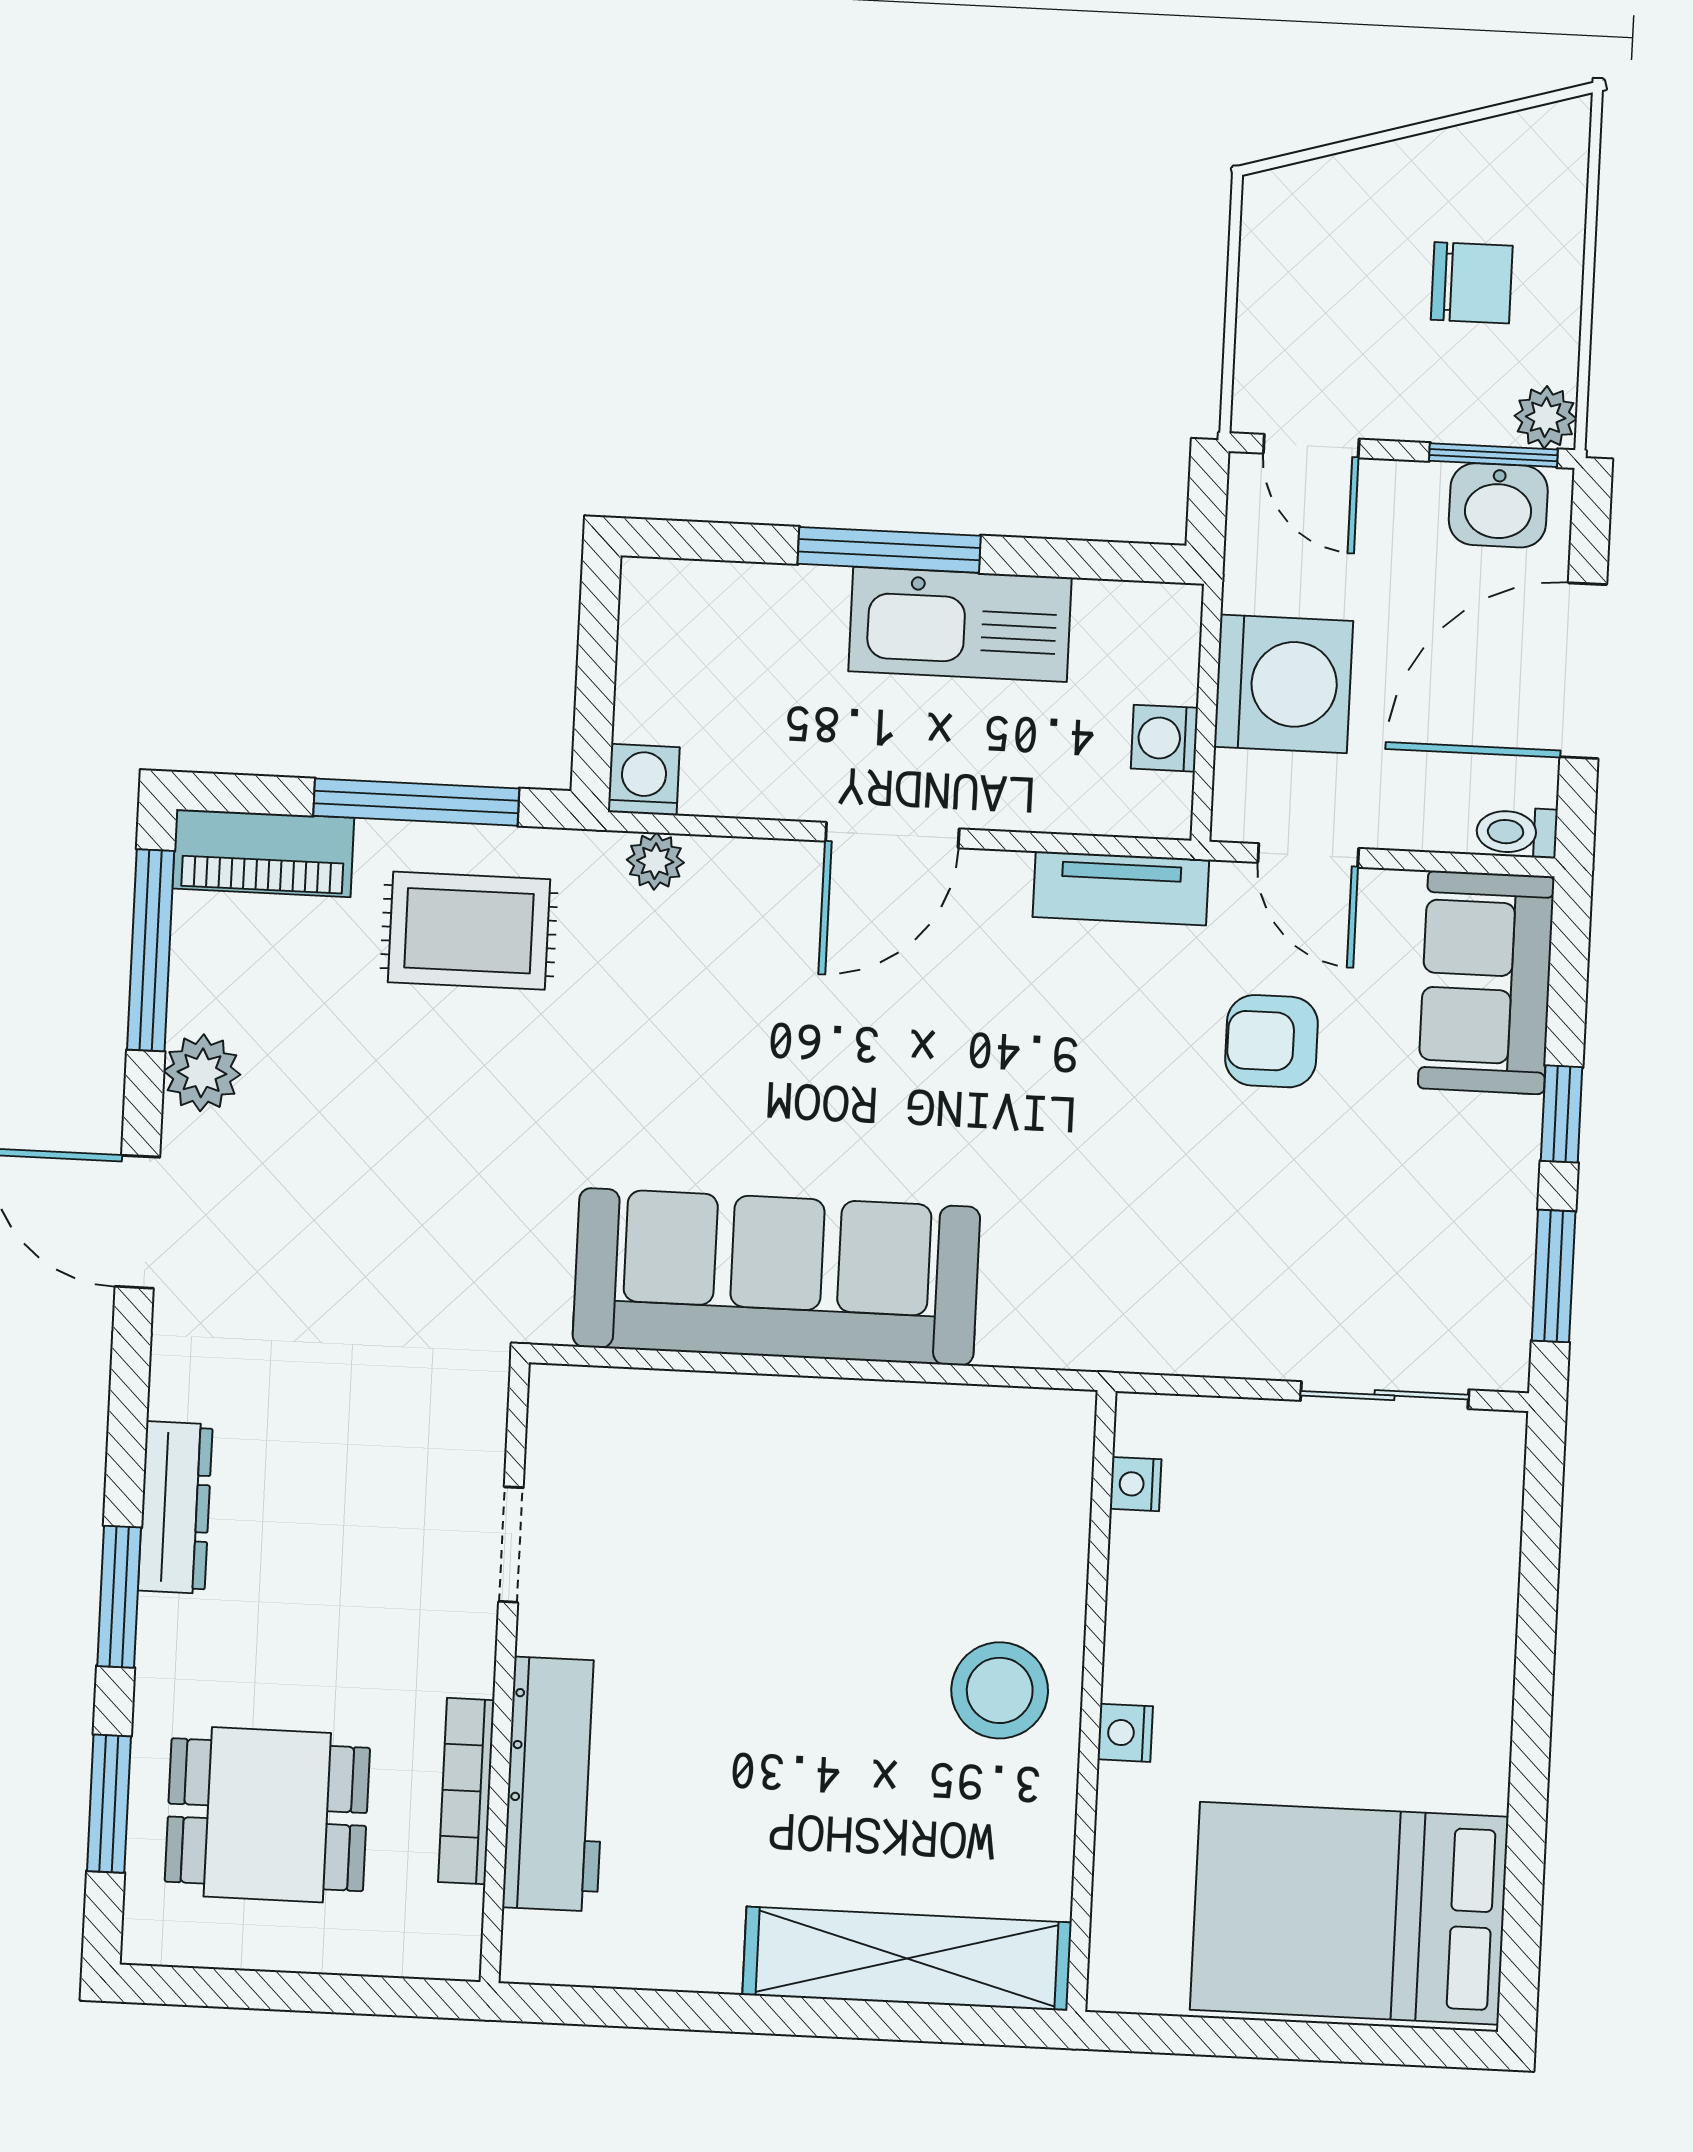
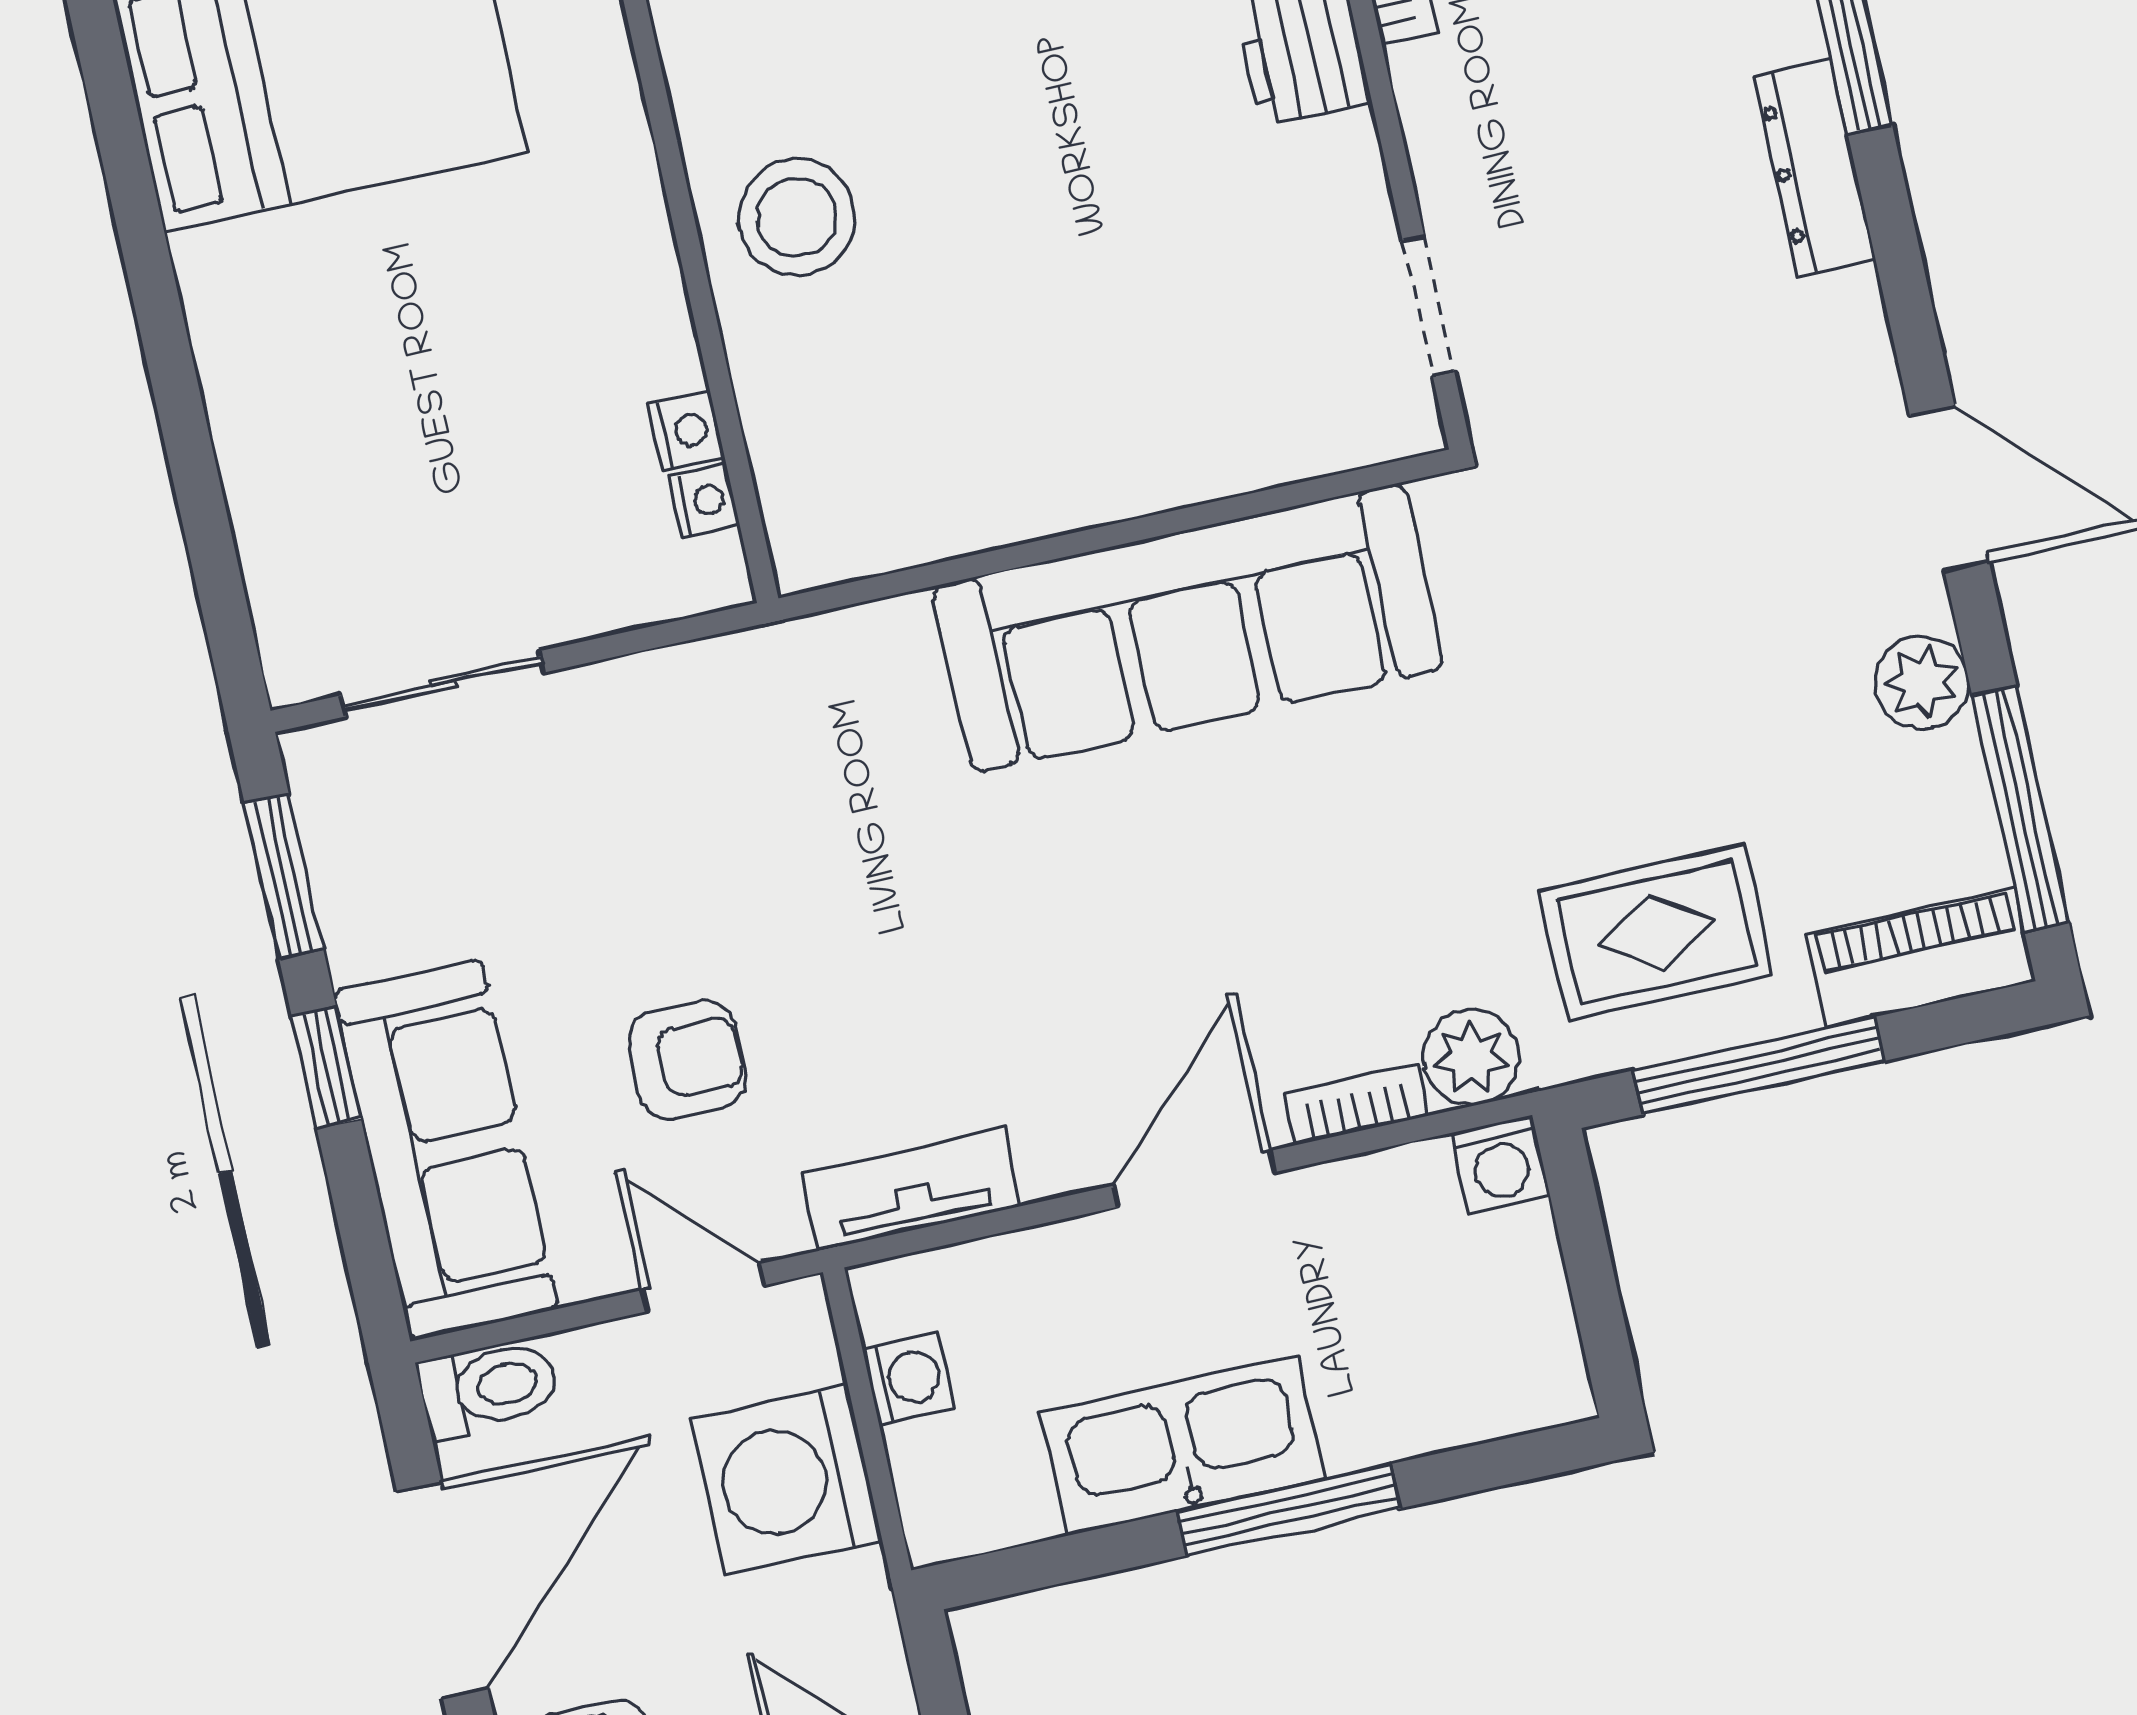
toilet: (1517, 832) -> (489, 1388), width x1.37, depth x1.39
bookcase: (747, 860) -> (1356, 1104), added
plant: (655, 861) -> (1471, 1058), width x1.38, depth x1.38
sofa: (1486, 982) -> (446, 1150), width x1.36
doorway: (511, 1545) -> (1428, 306), moved
nightstand: (1125, 1733) -> (686, 431), moved

